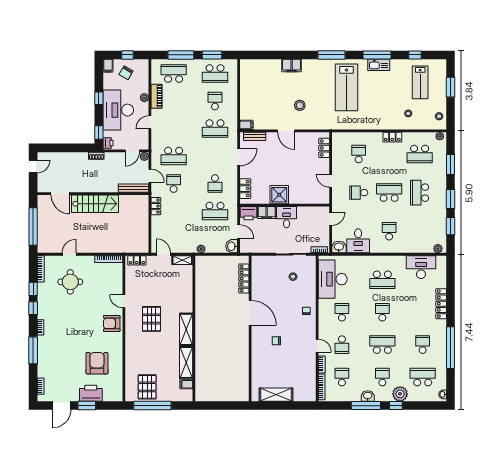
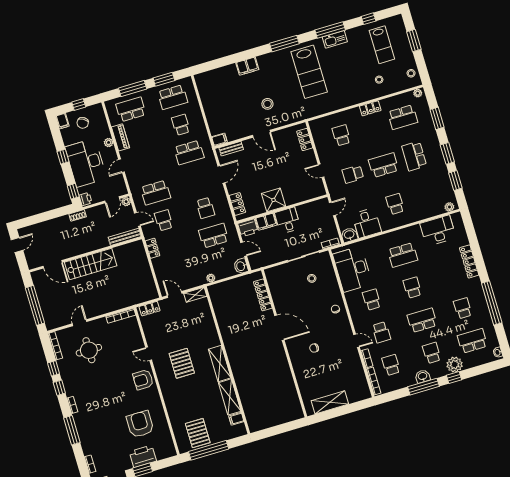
school desk: (215, 211) -> (214, 236), turned 180

